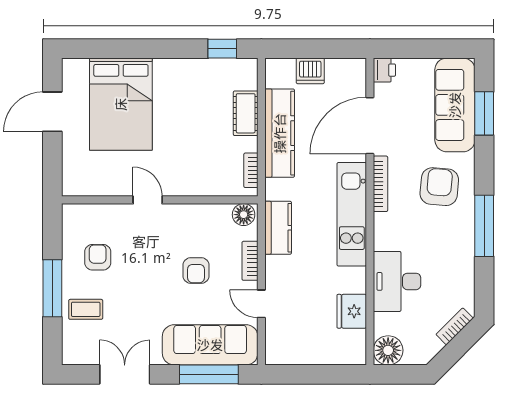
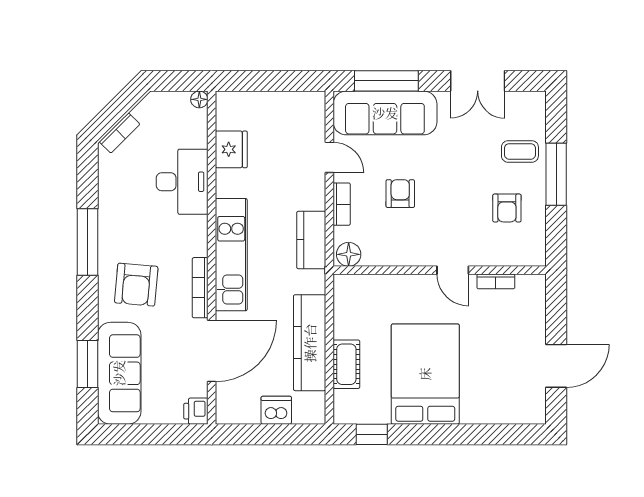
bed: (121, 104) -> (425, 374), moved
bookcase: (251, 170) -> (496, 281), moved, turned 90
floor lamp: (388, 350) -> (199, 99), width x0.53, depth x0.53

